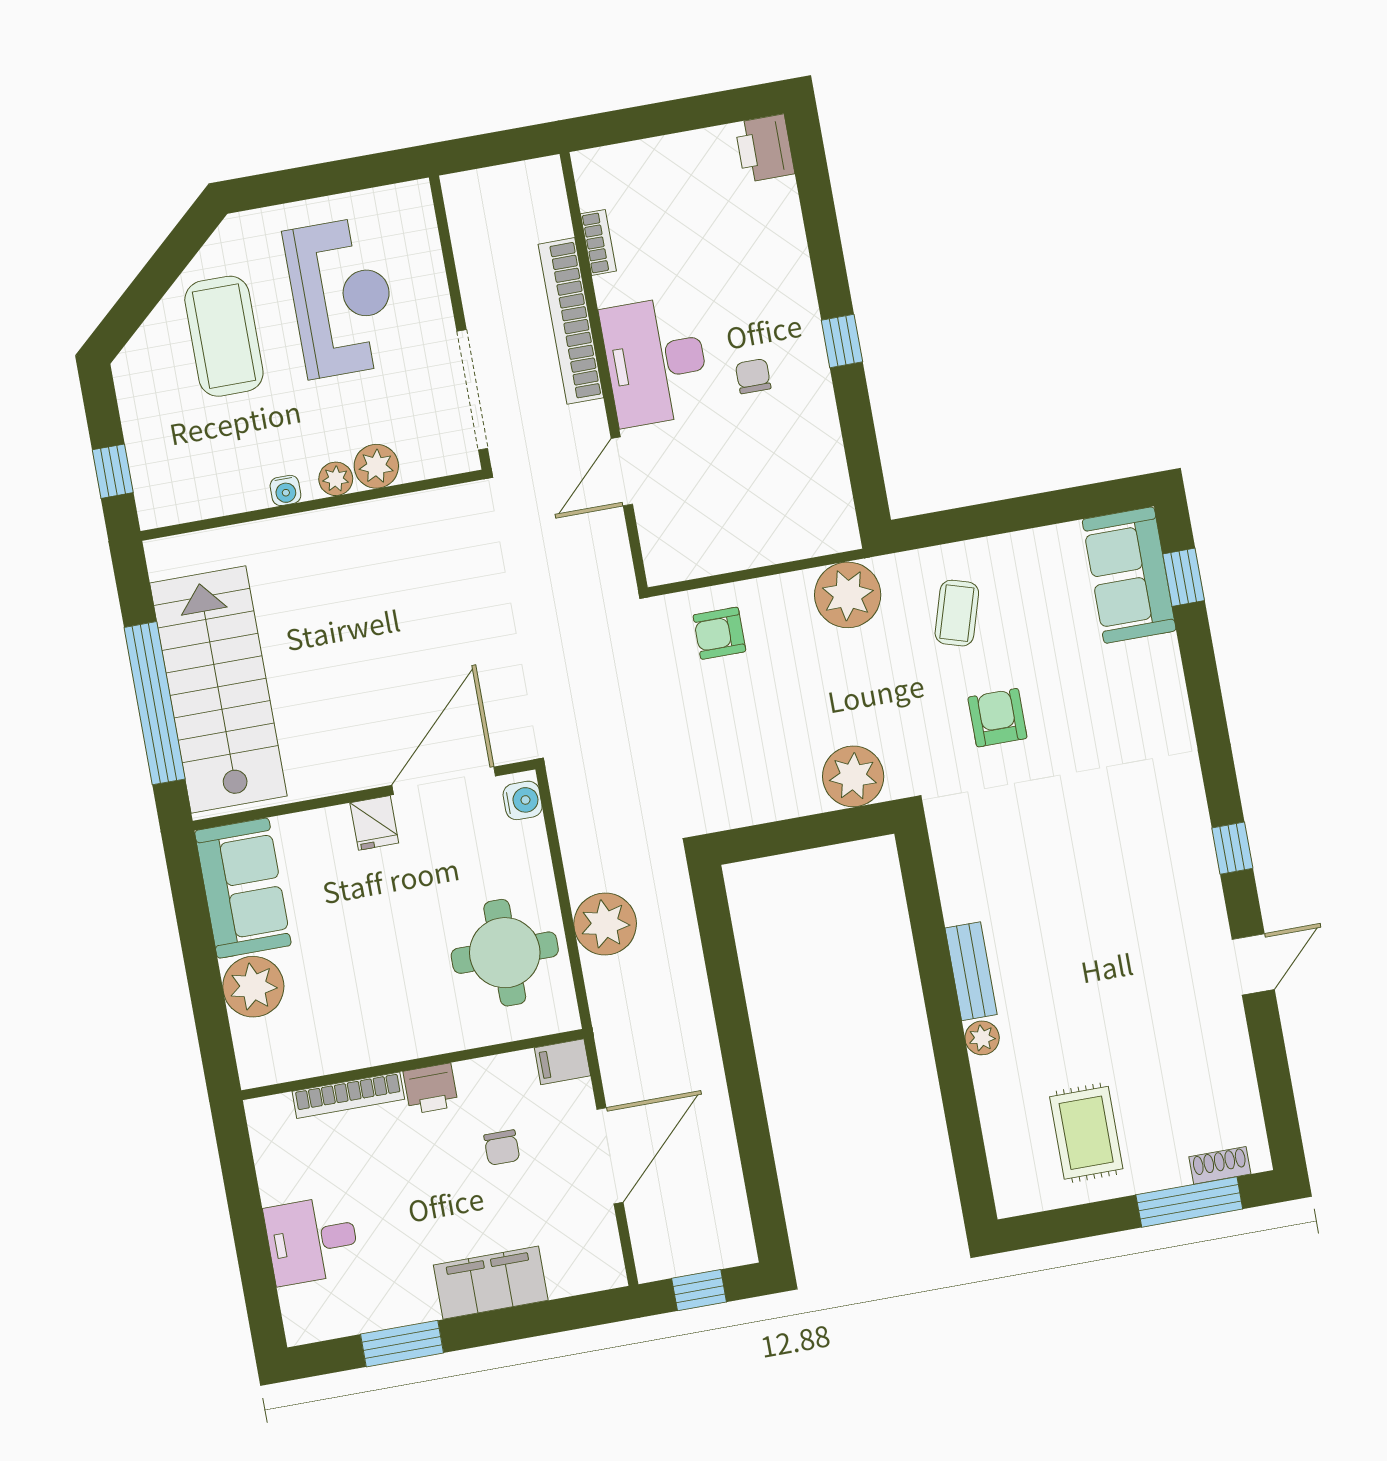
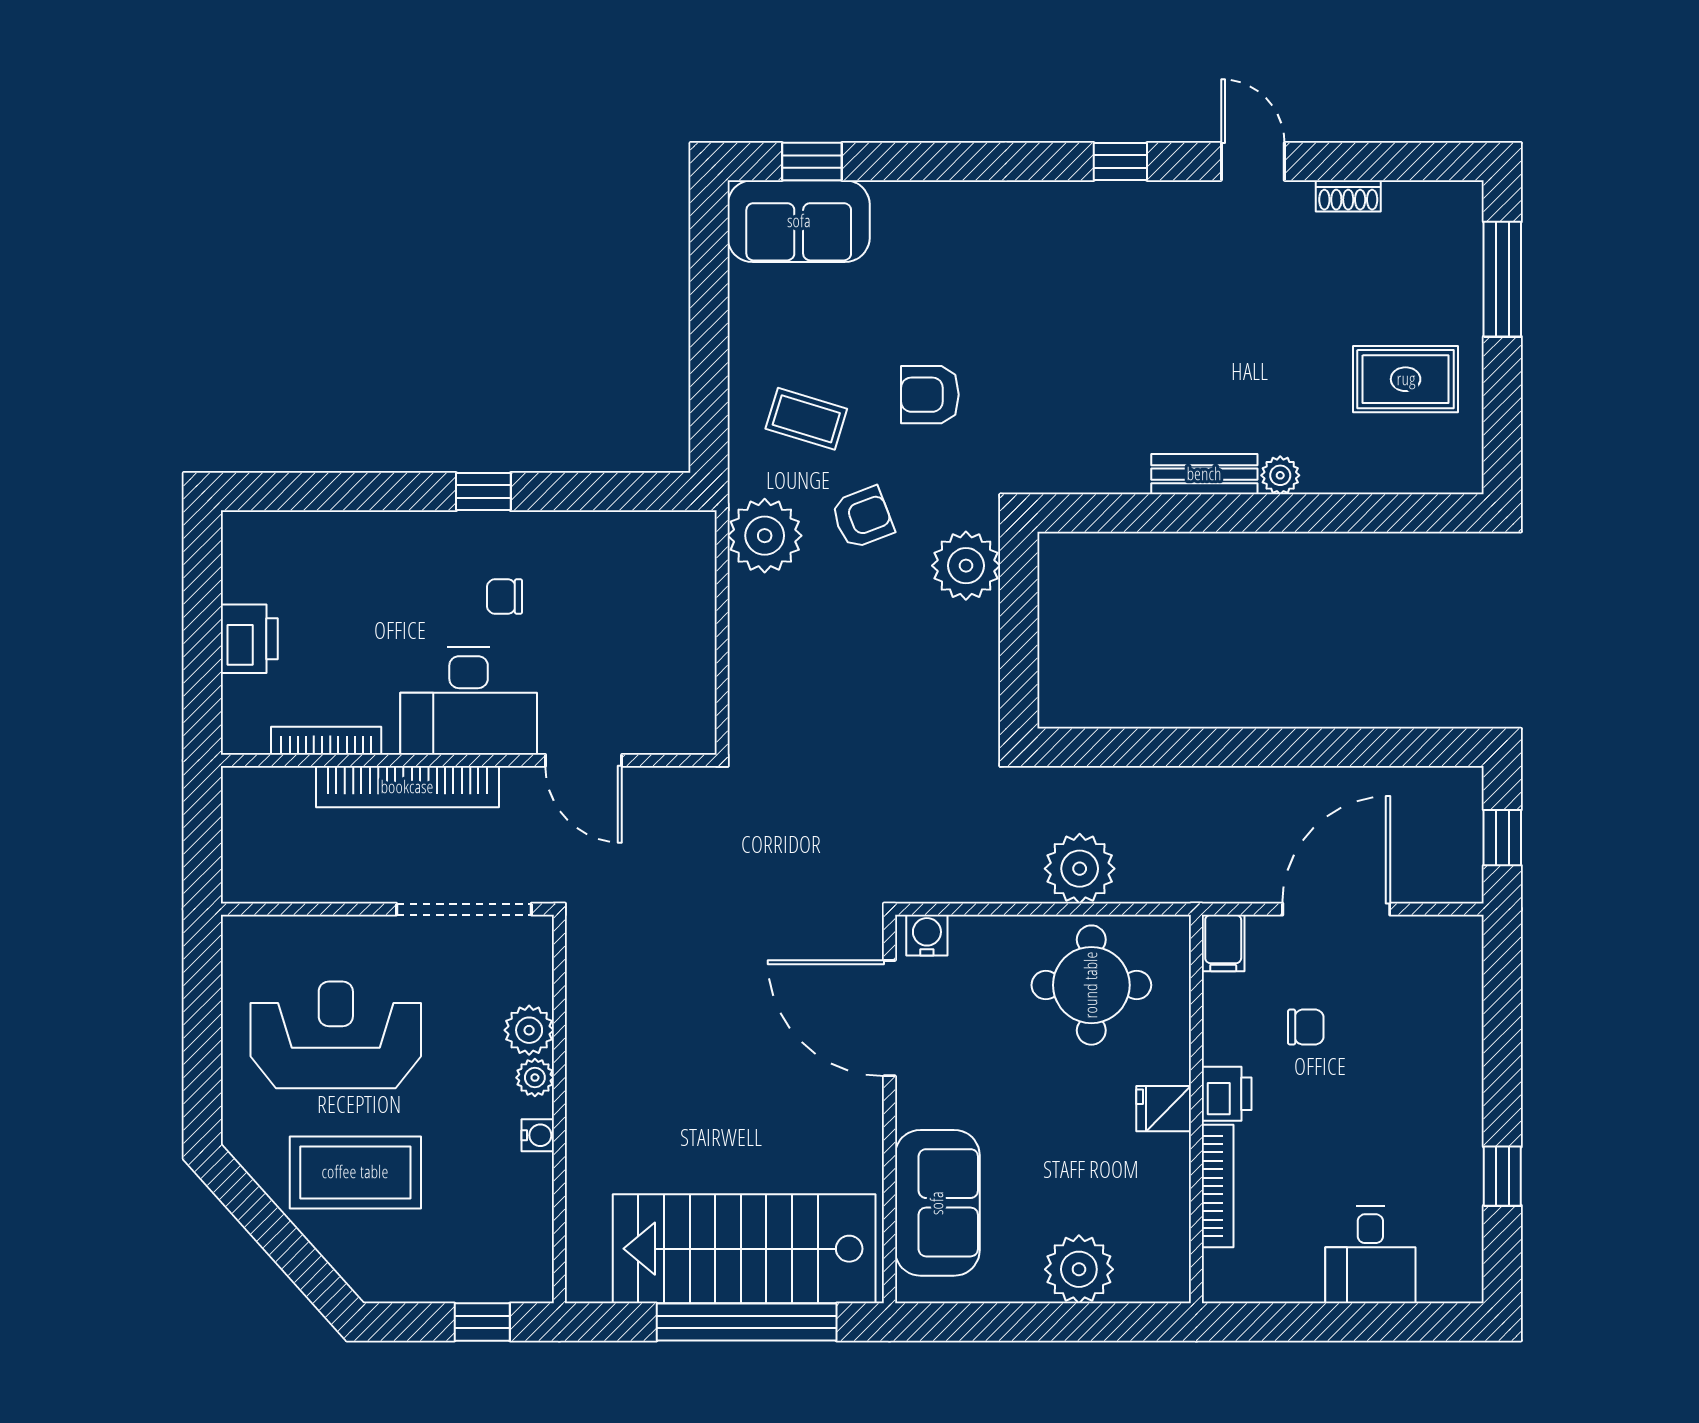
printer: (765, 148) -> (249, 639), moved, turned -90
bookcase: (598, 242) -> (326, 741), width x1.56
armchair: (719, 633) -> (862, 518), moved, turned -111
fridge: (374, 823) -> (1164, 1109), moved, turned 180
sofa: (243, 888) -> (937, 1203), moved, turned 90
door: (610, 1156) -> (1336, 909), hinge flipped
shoe rack: (1220, 1165) -> (1348, 196), moved, turned -90
filing cabinet: (491, 1283) -> (1453, 1066), removed
window: (402, 1344) -> (1502, 1176), width x0.67

